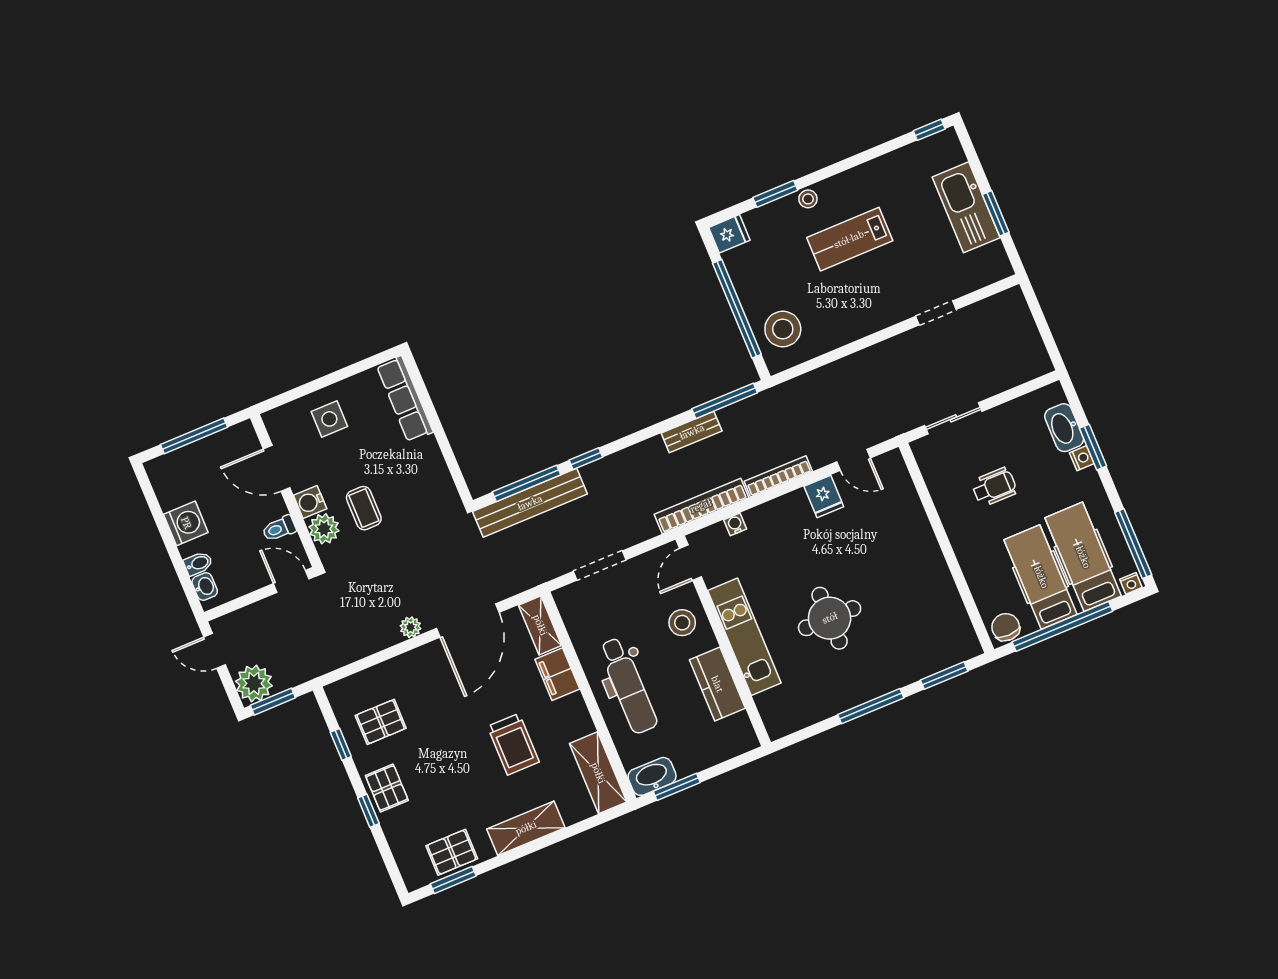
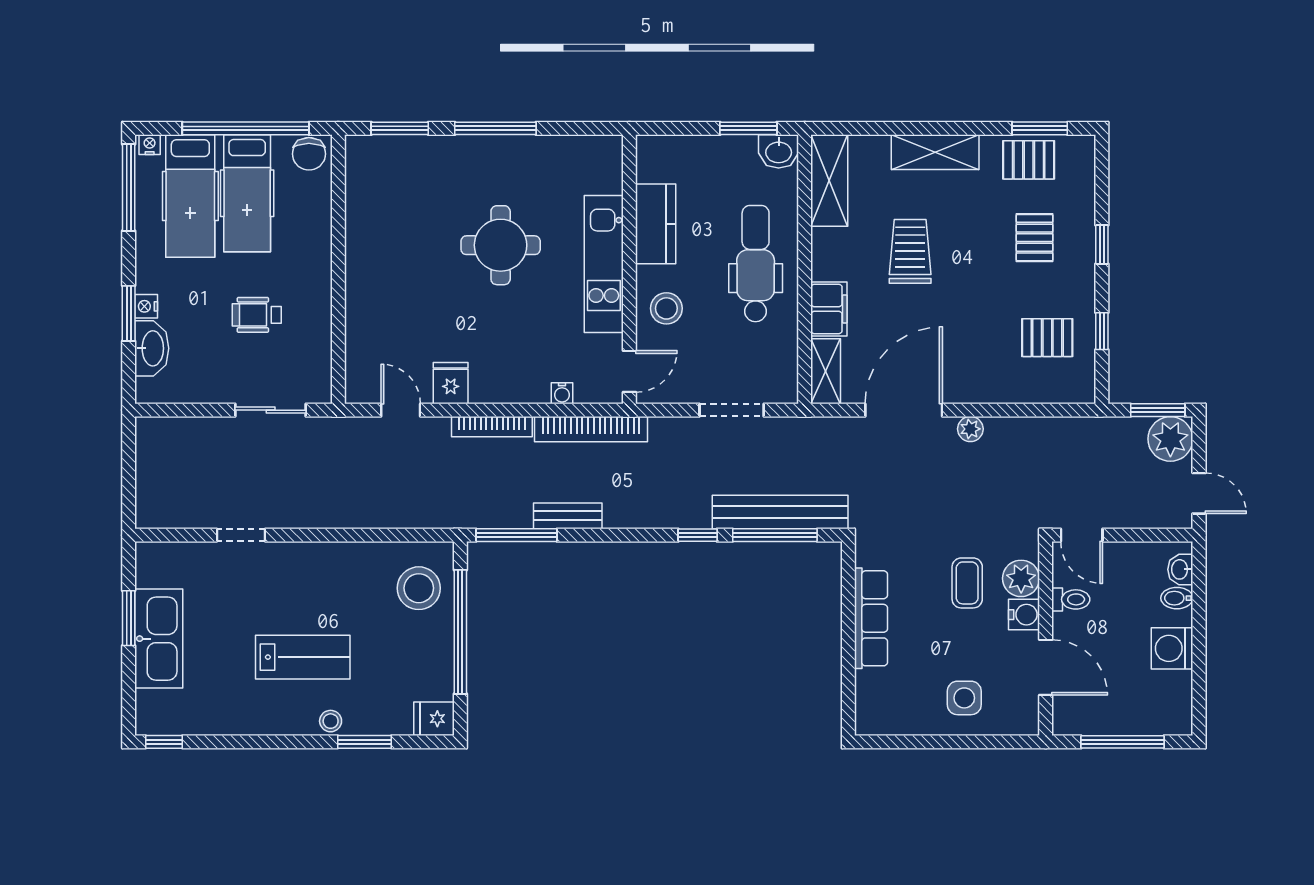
row of seats: (405, 399) -> (871, 618), moved
washbasin: (652, 776) -> (779, 151), width x0.72
pallet: (387, 788) -> (1035, 238), moved

